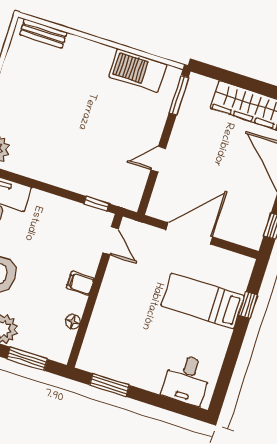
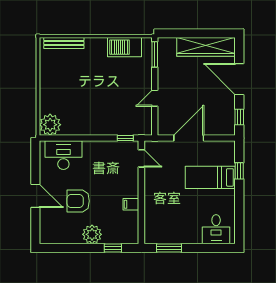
bench: (43, 34) -> (64, 43), width x1.36
filing cabinet: (80, 283) -> (131, 204), moved
floor lamp: (73, 322) -> (134, 216), removed
window: (27, 359) -> (113, 248), width x0.67

